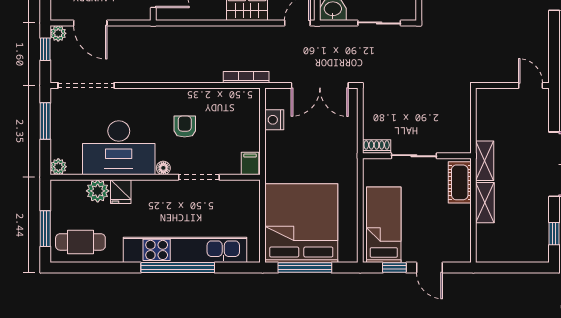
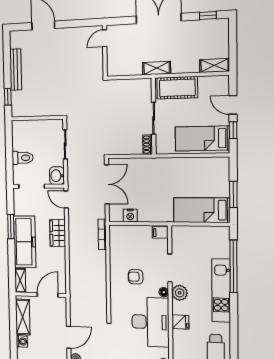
cot: (460, 182) -> (177, 88), width x1.37, depth x1.34
plant: (98, 191) -> (180, 293), moved
shelving: (485, 203) -> (214, 65), moved
bed: (301, 223) -> (202, 210), width x0.49
kitchen unit: (185, 250) -> (221, 290), width x0.73
window: (178, 268) -> (234, 266), moved
window: (305, 268) -> (233, 194), width x0.69
door: (429, 268) -> (233, 105), swing flipped

